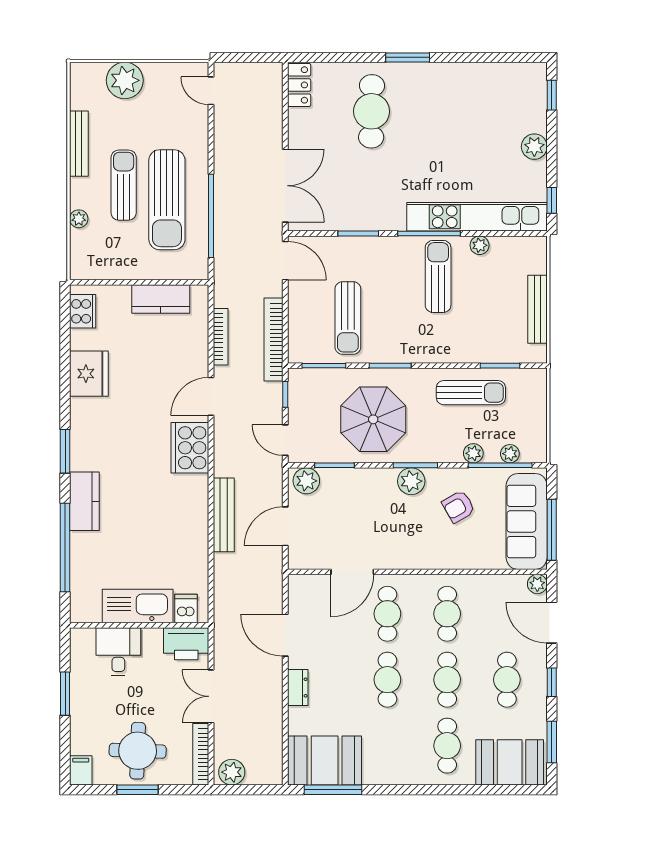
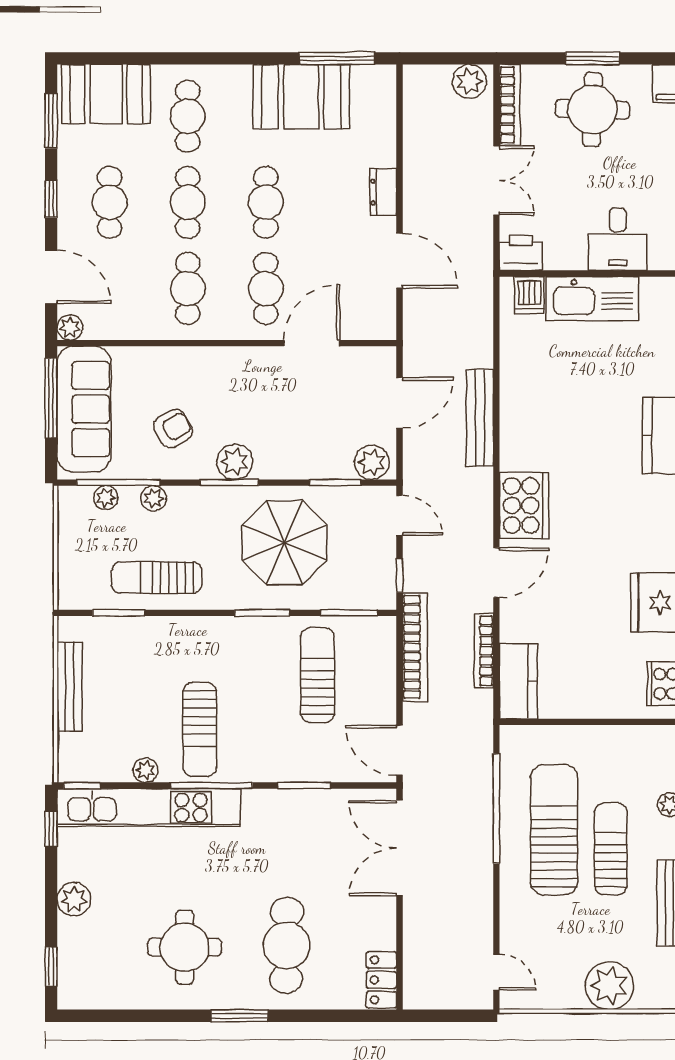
round table: (450, 110) -> (185, 947), added
sun lounger: (124, 185) -> (611, 849), turned 180
window: (528, 234) -> (82, 786), added
kitchen counter: (161, 299) -> (518, 681), moved, turned 90
printer: (186, 644) -> (521, 253), width x0.73, depth x0.84
booth: (325, 760) -> (301, 97), moved

